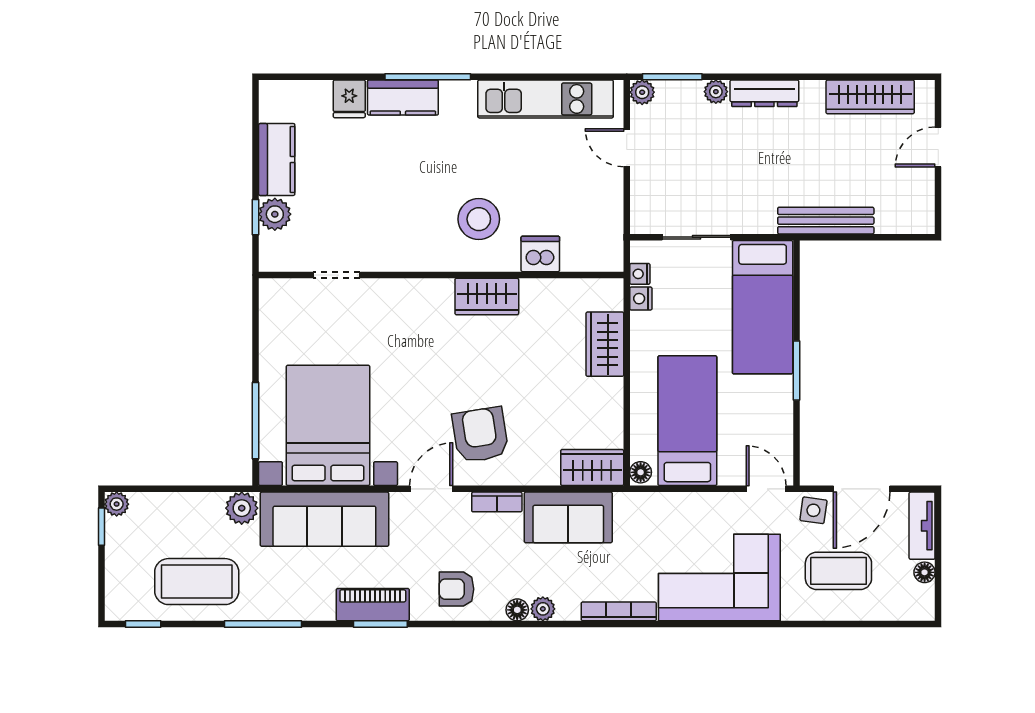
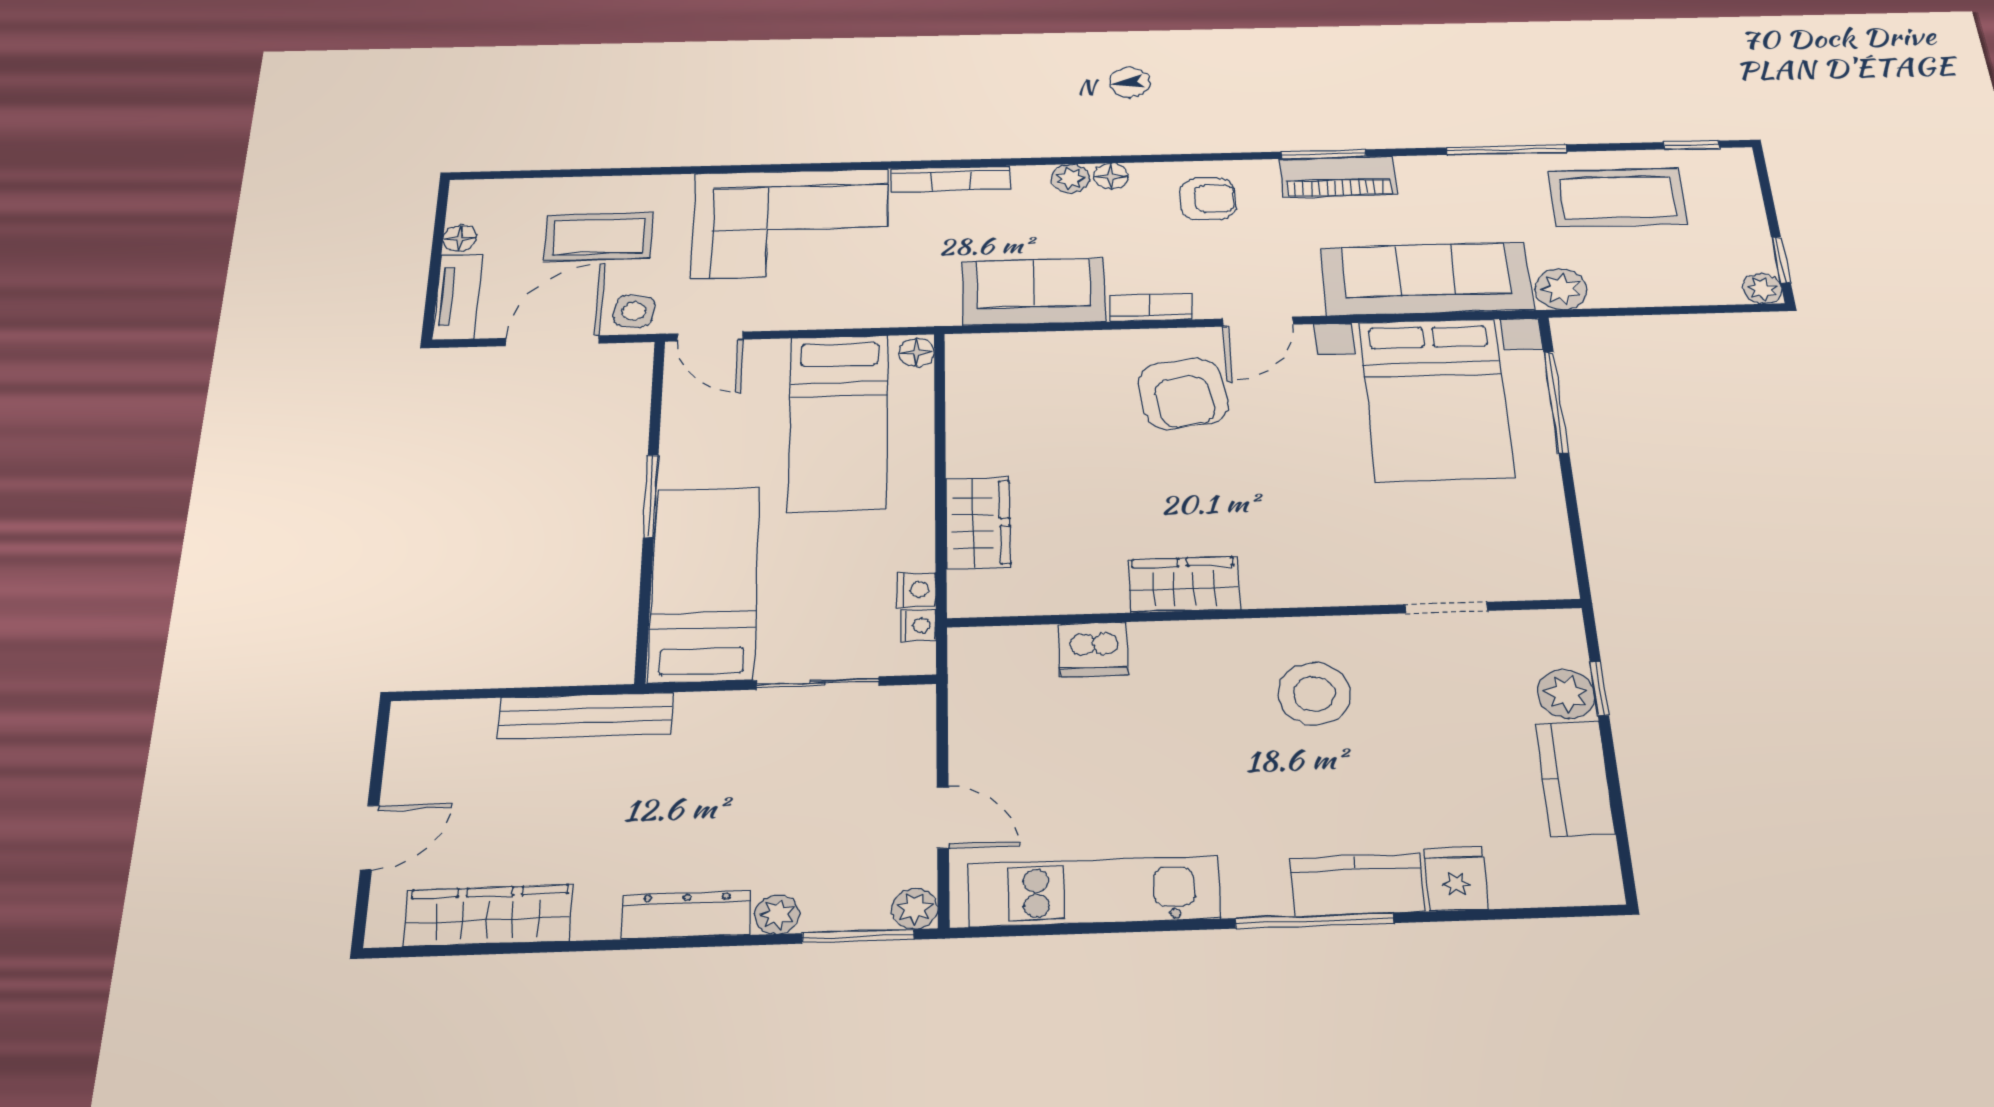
stool: (479, 219) -> (1314, 694), moved
wardrobe: (592, 468) -> (996, 356), removed

